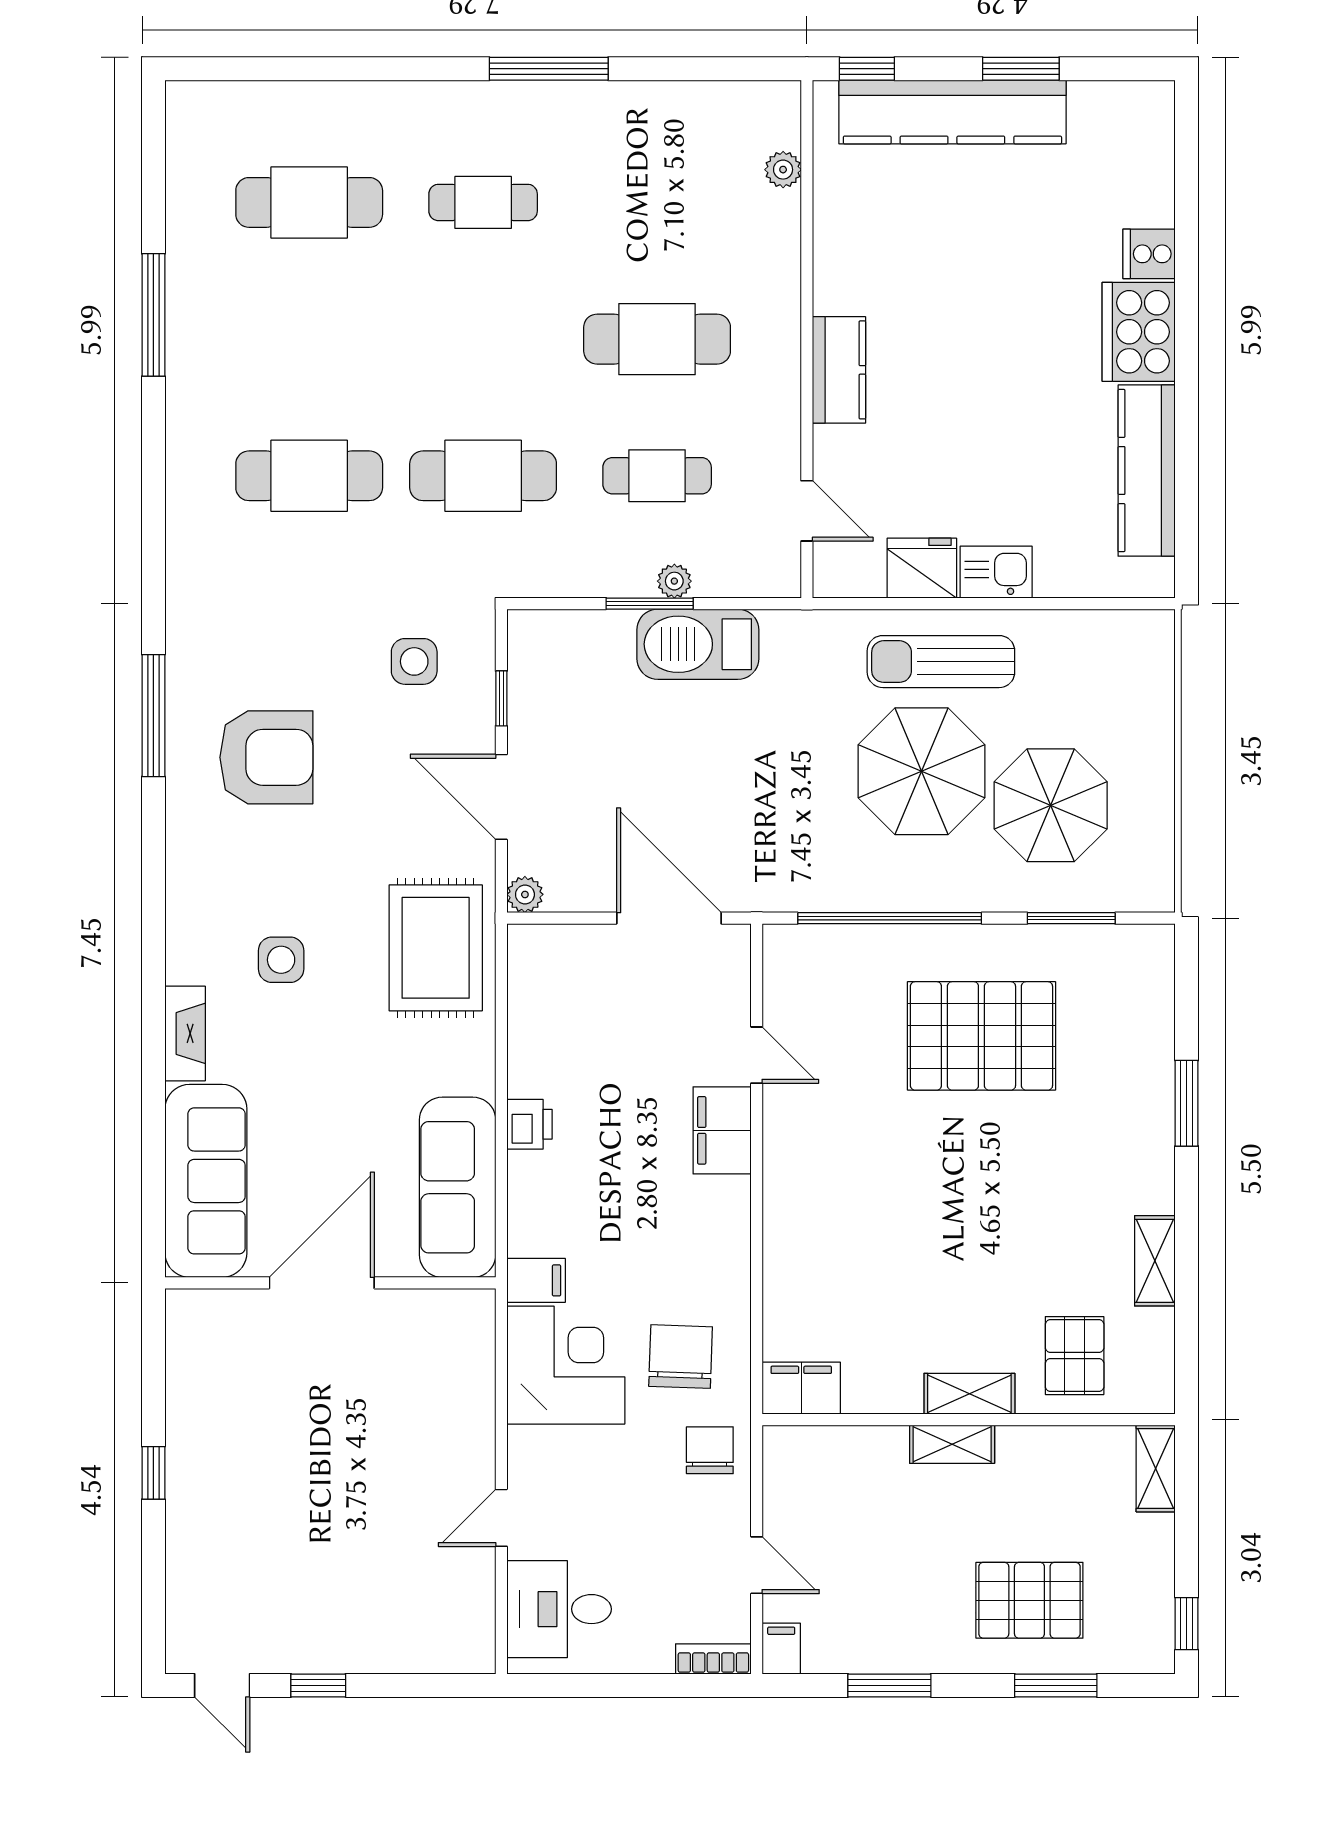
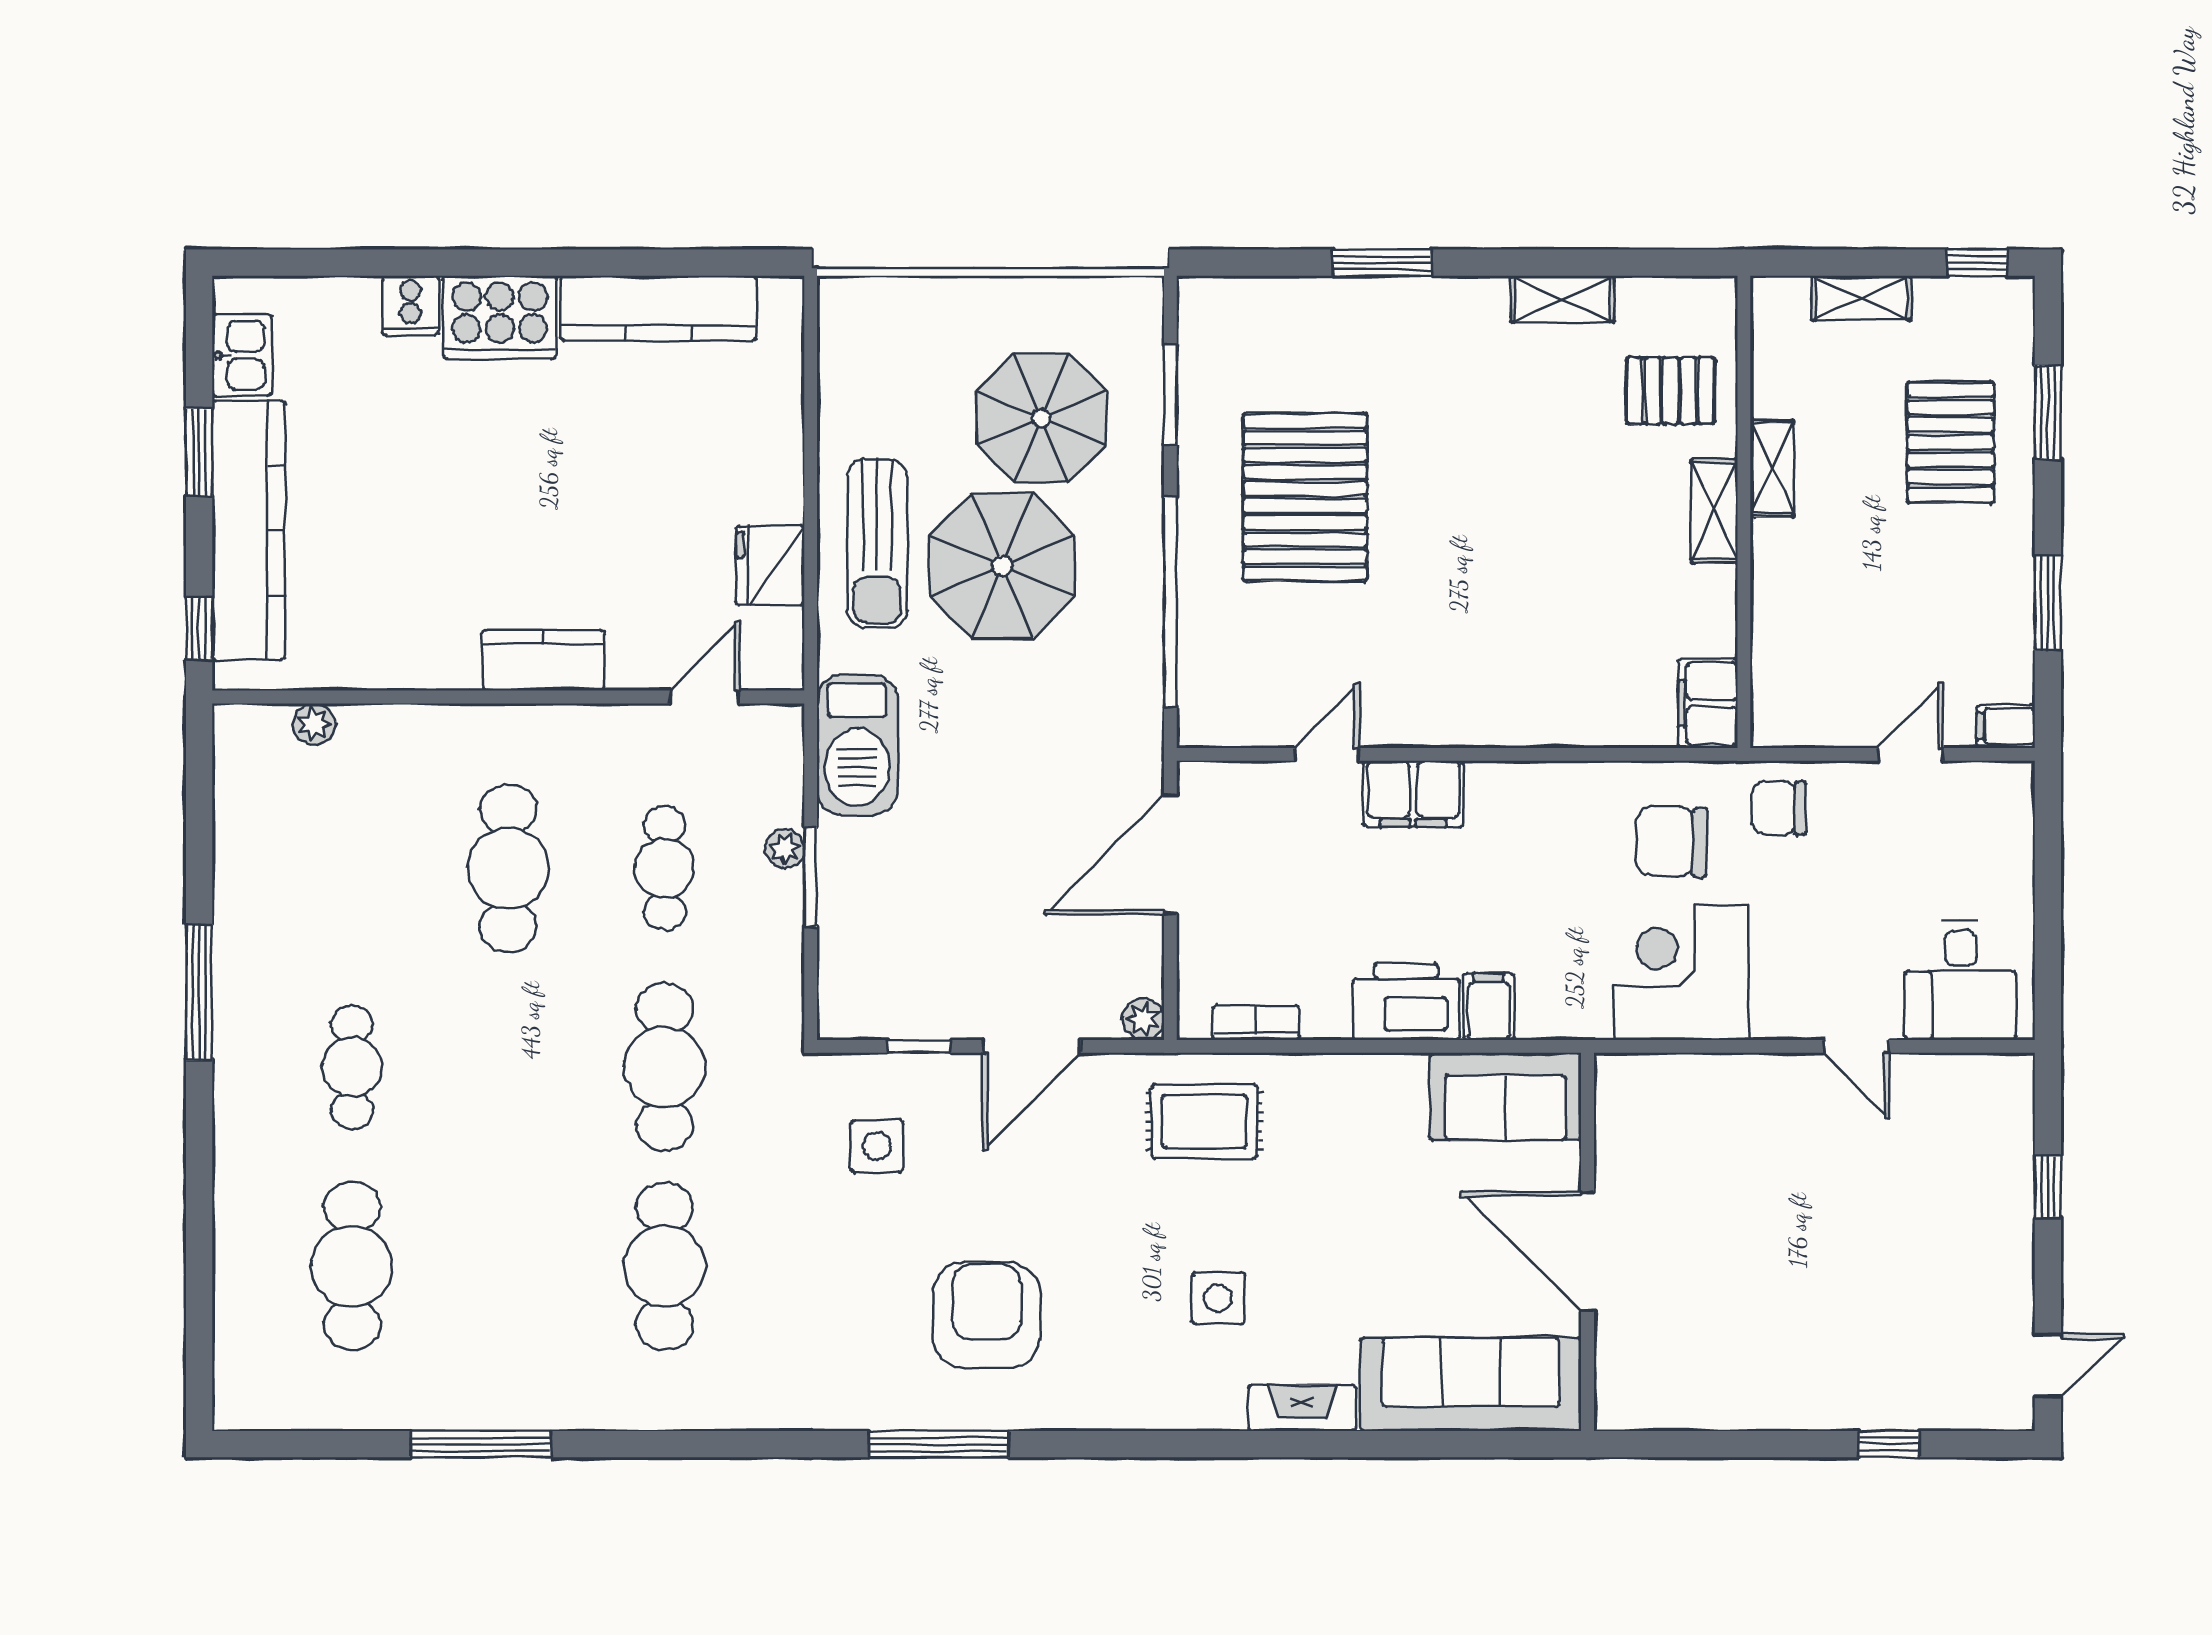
kitchen sink: (996, 572) -> (242, 355), moved, turned 180
barbecue: (698, 644) -> (857, 745), moved
rug: (436, 948) -> (1204, 1121), width x0.73, depth x0.70
printer: (529, 1124) -> (1406, 1002), width x1.87, depth x1.48
sofa: (458, 1187) -> (1505, 1096), width x0.73
filing cabinet: (536, 1280) -> (1489, 1007), moved
shelving: (952, 1444) -> (1772, 468), moved
shelving: (1156, 1468) -> (1862, 298), moved
window: (153, 1473) -> (1889, 1444), moved
bookcase: (713, 1659) -> (1256, 1023), moved, turned 90
window: (318, 1685) -> (2048, 1187), moved

